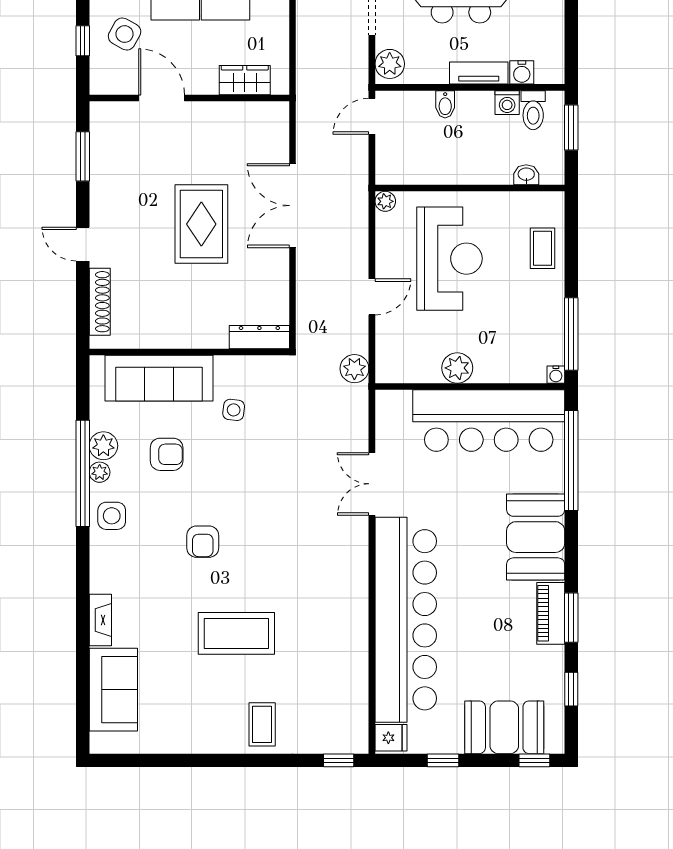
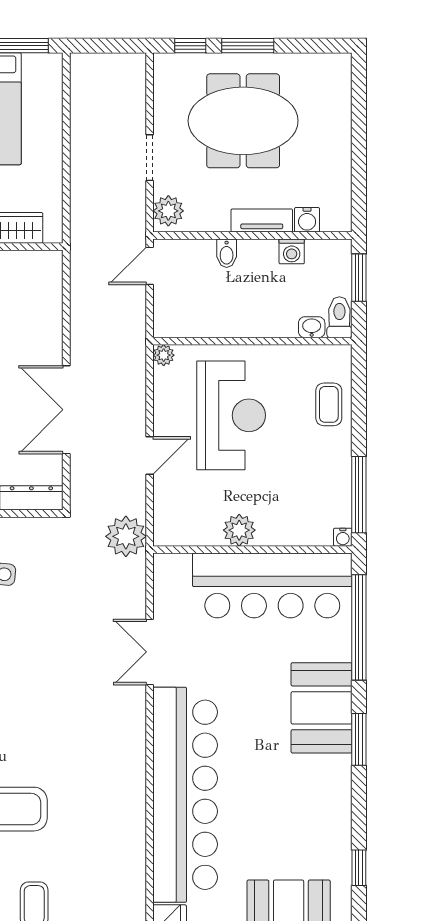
toilet: (533, 110) -> (339, 317), moved, turned 180
double door: (293, 206) -> (66, 410), moved
plant: (354, 369) -> (126, 536), width x1.36, depth x1.36
piano: (551, 613) -> (337, 788), removed
window: (571, 618) -> (359, 739), moved

